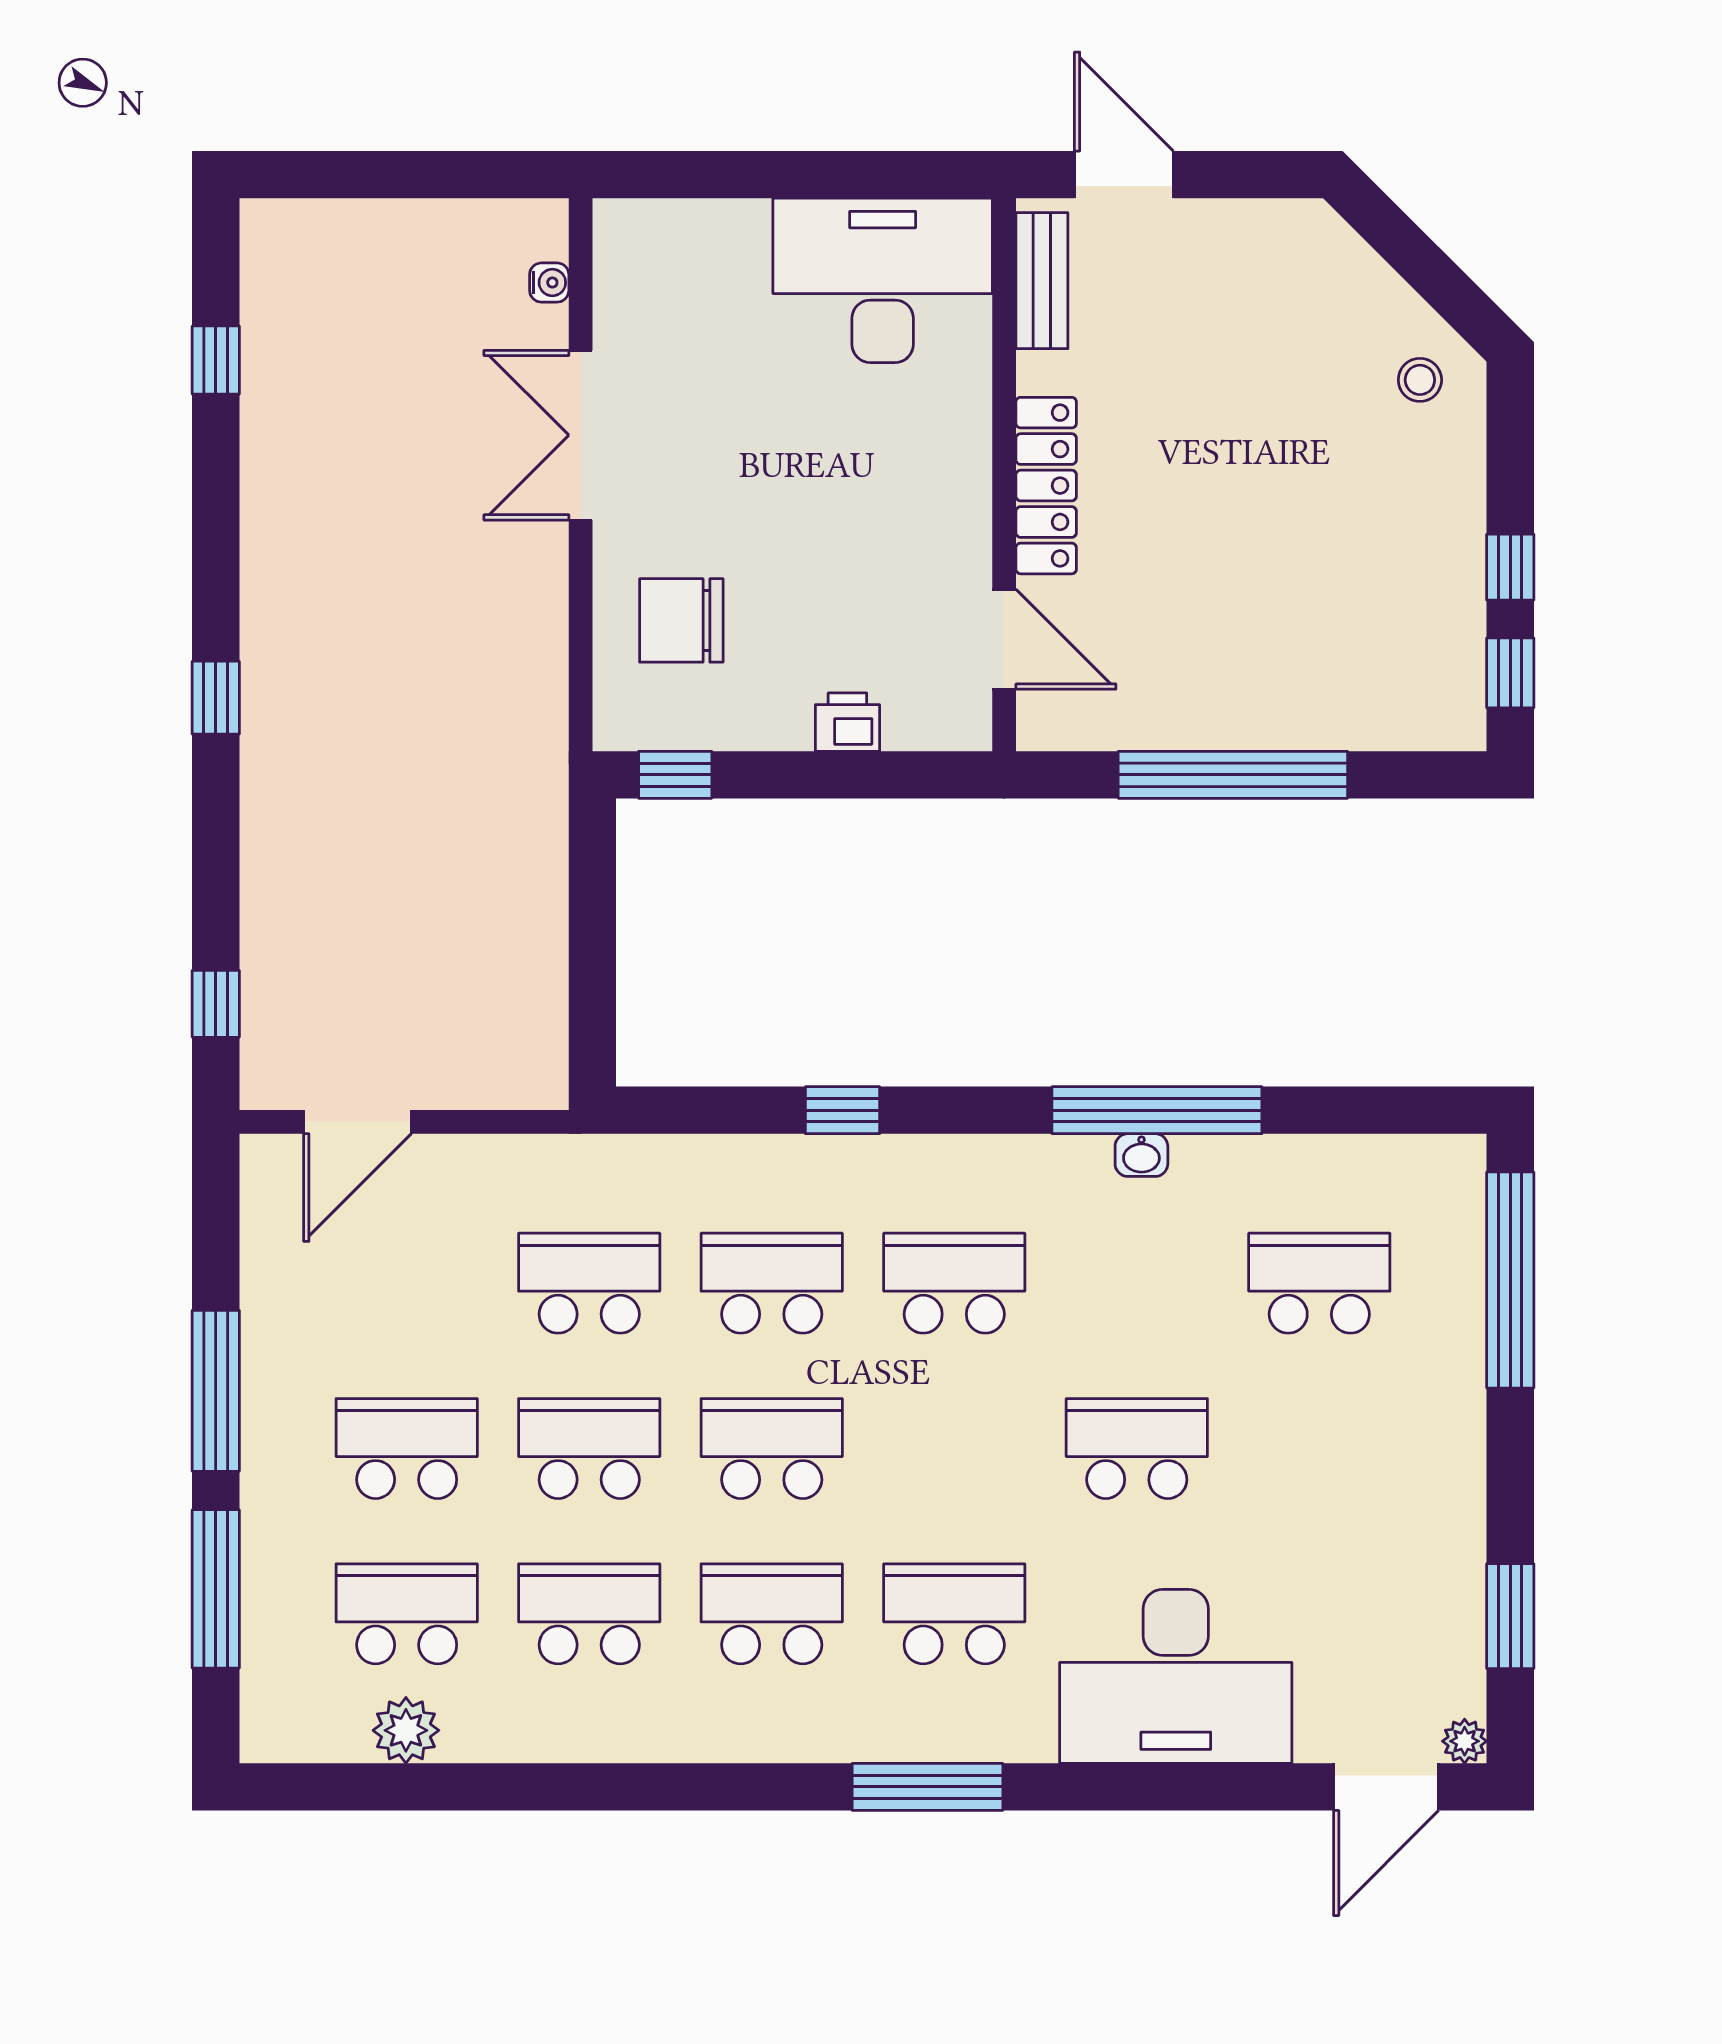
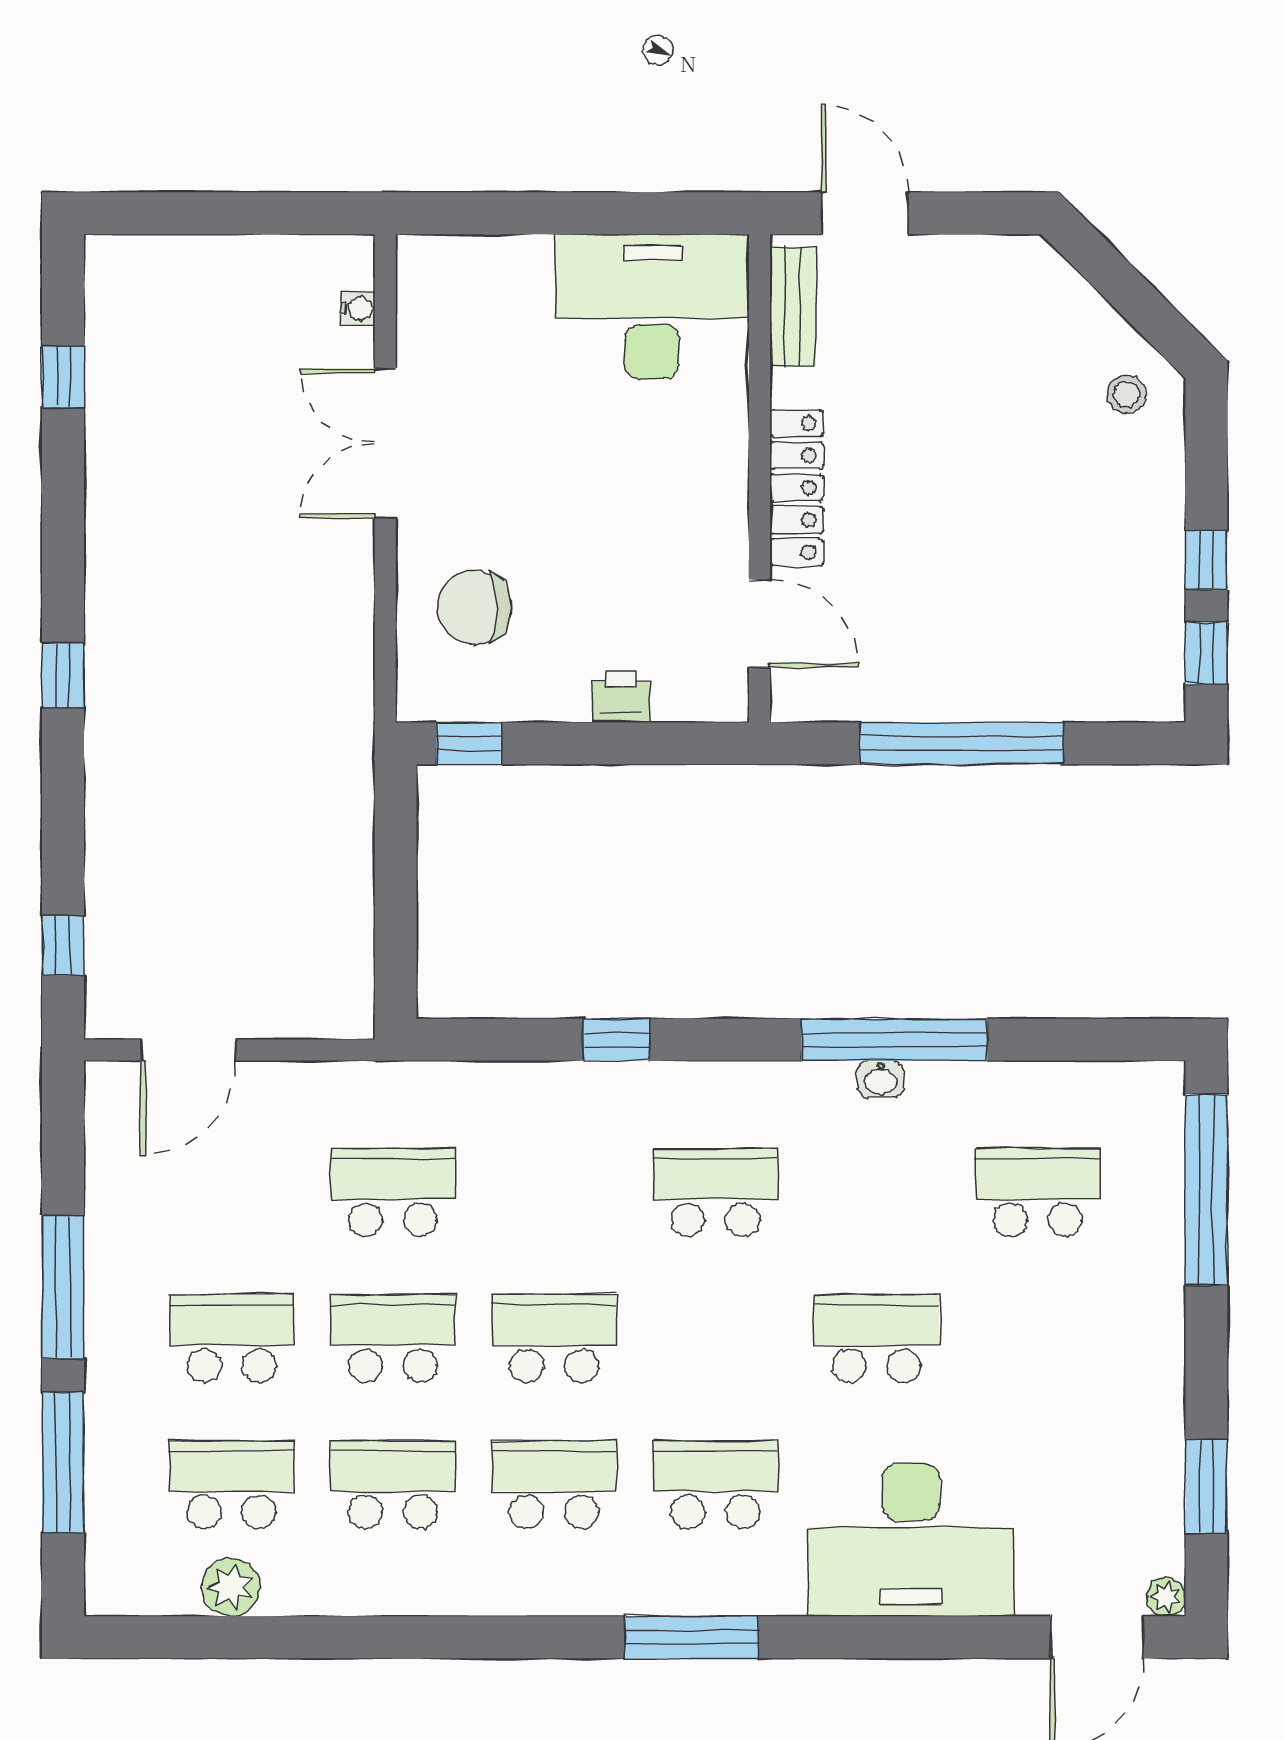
school desk: (772, 1283) -> (554, 1192), removed

